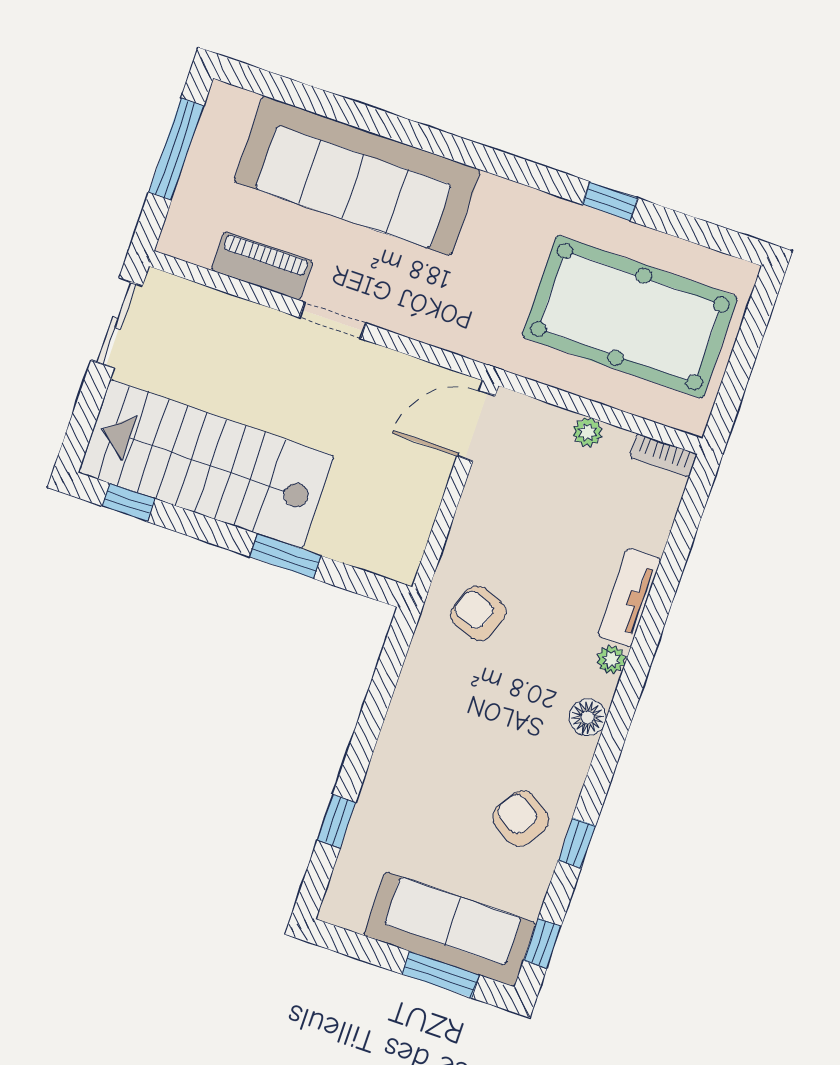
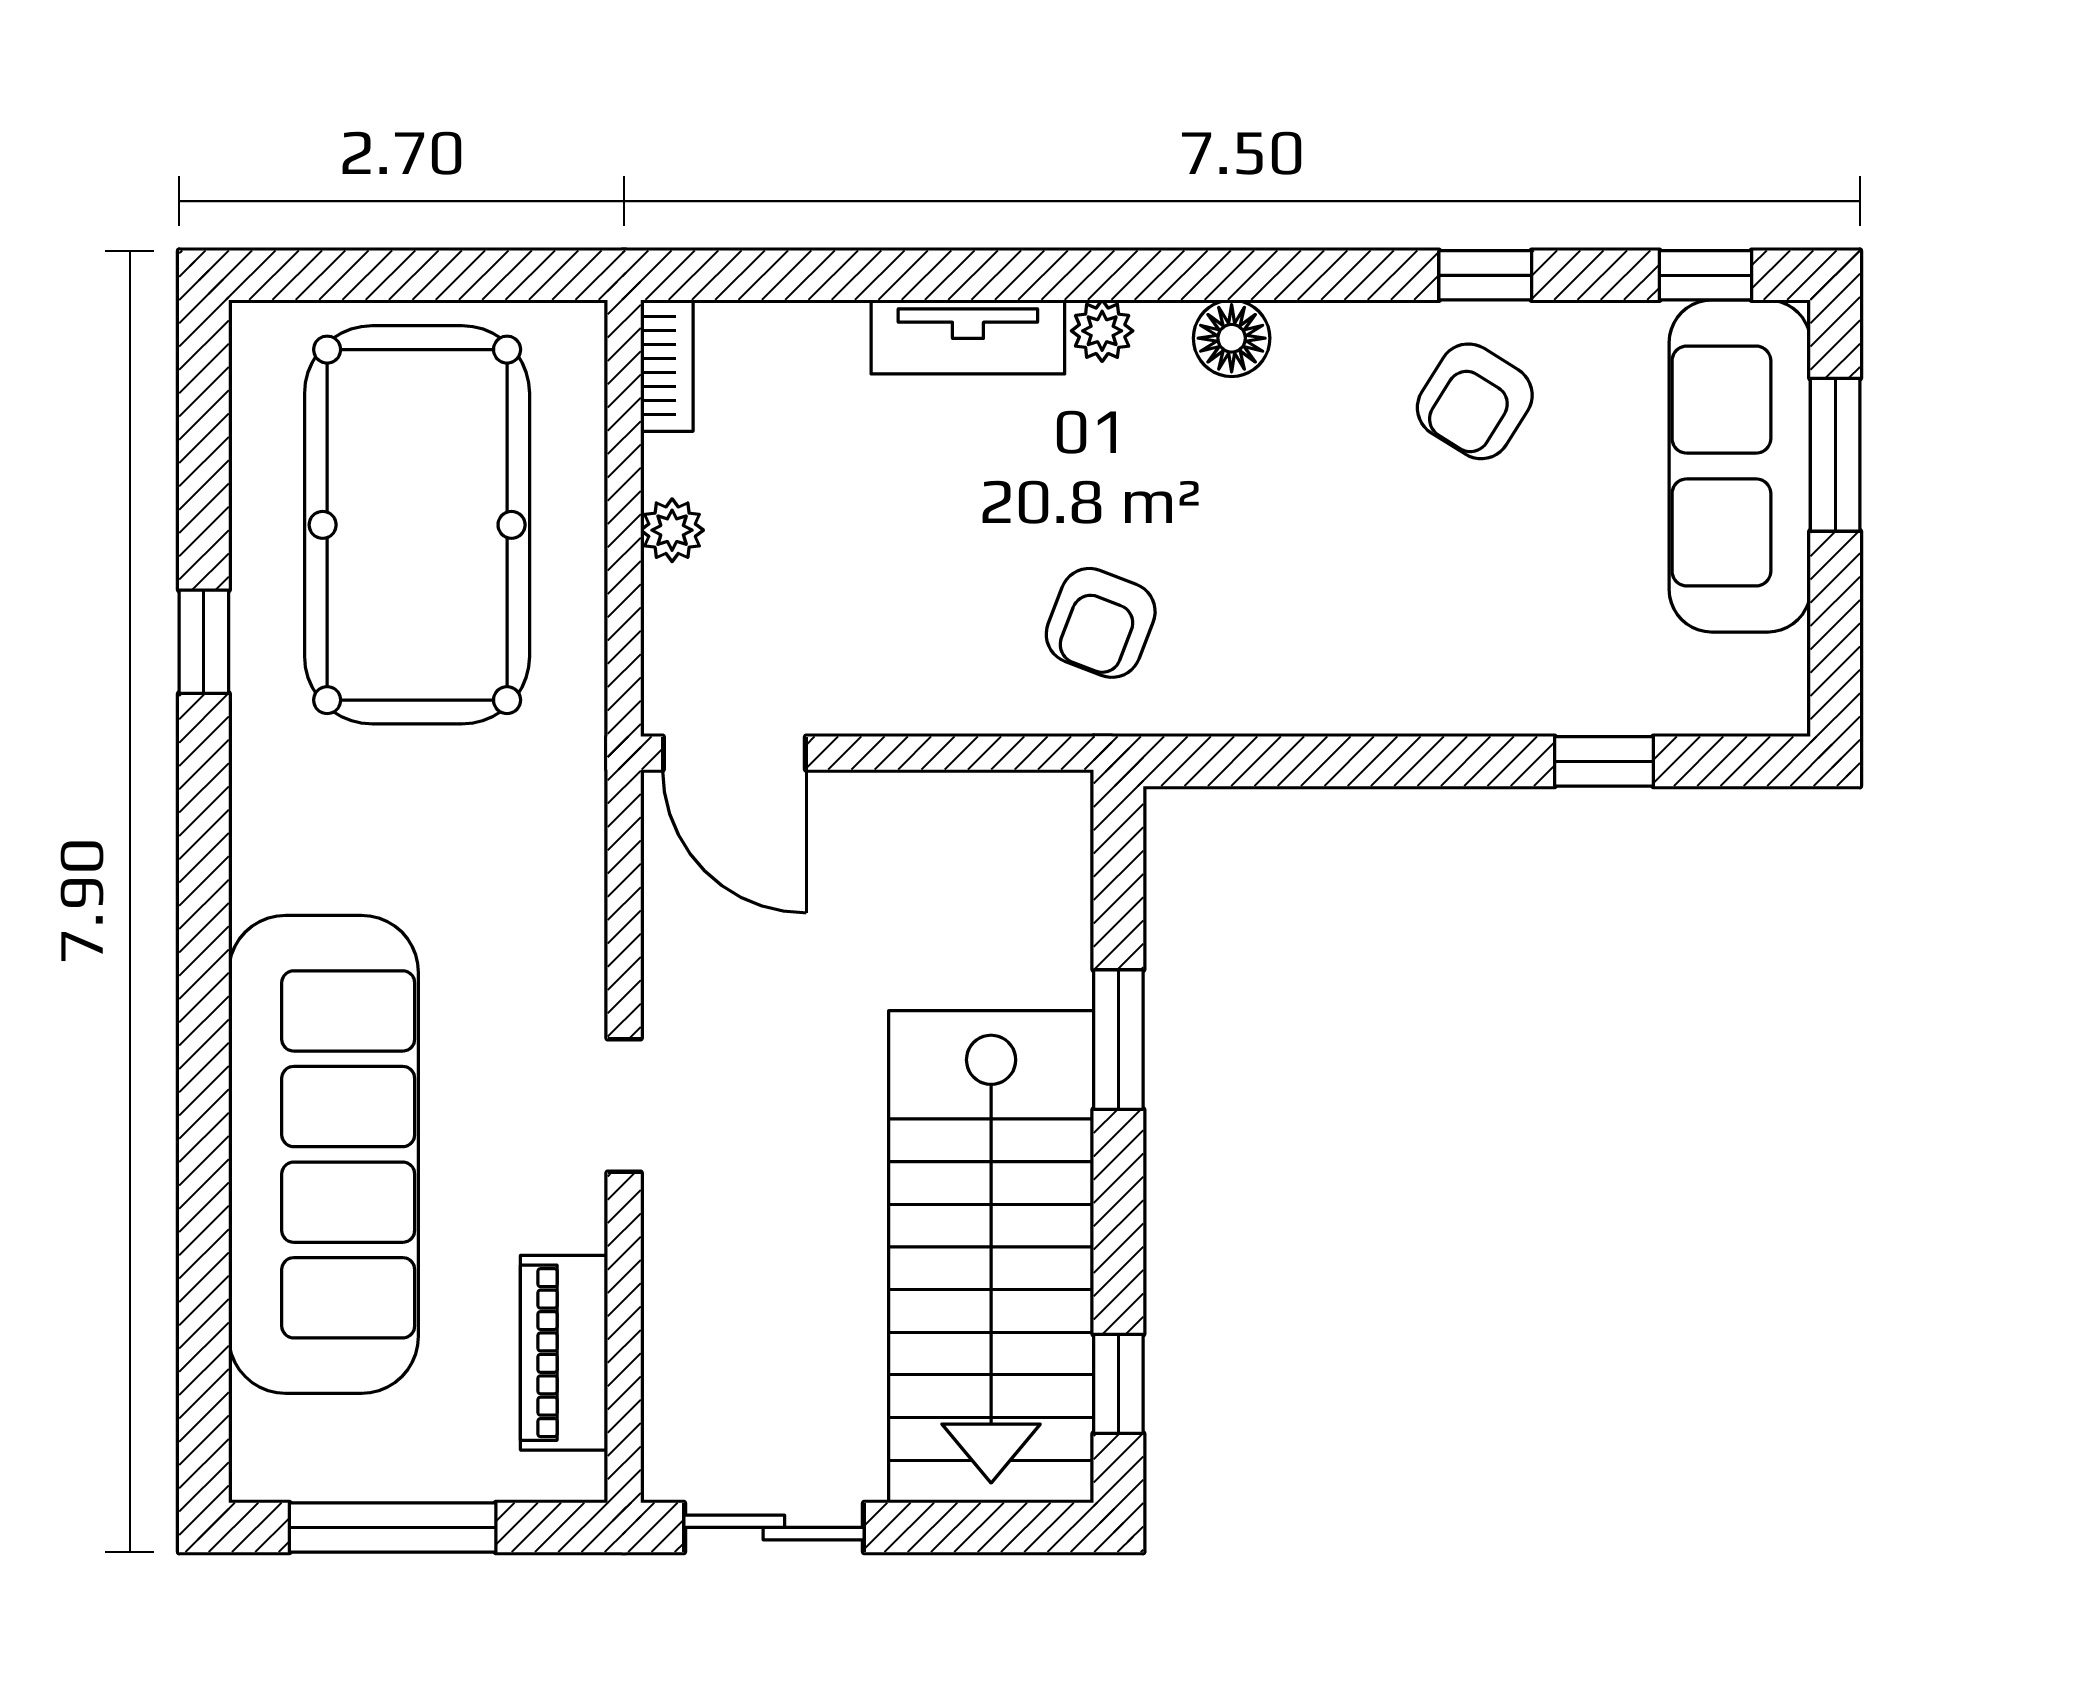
piano: (262, 266) -> (564, 1353), moved

